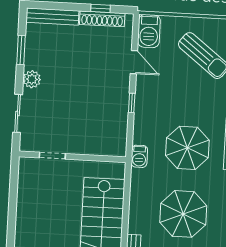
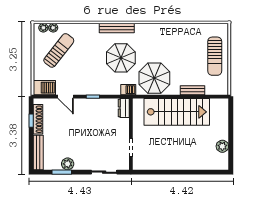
door: (134, 62) -> (66, 97), swing flipped
plant: (32, 79) -> (68, 164), moved
dresser: (112, 148) -> (124, 108), added
parasol: (183, 214) -> (154, 78), moved

